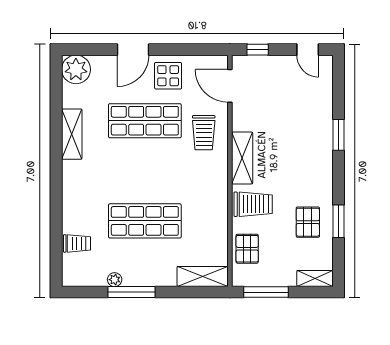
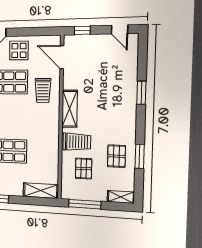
pallet: (247, 249) -> (84, 169), moved

